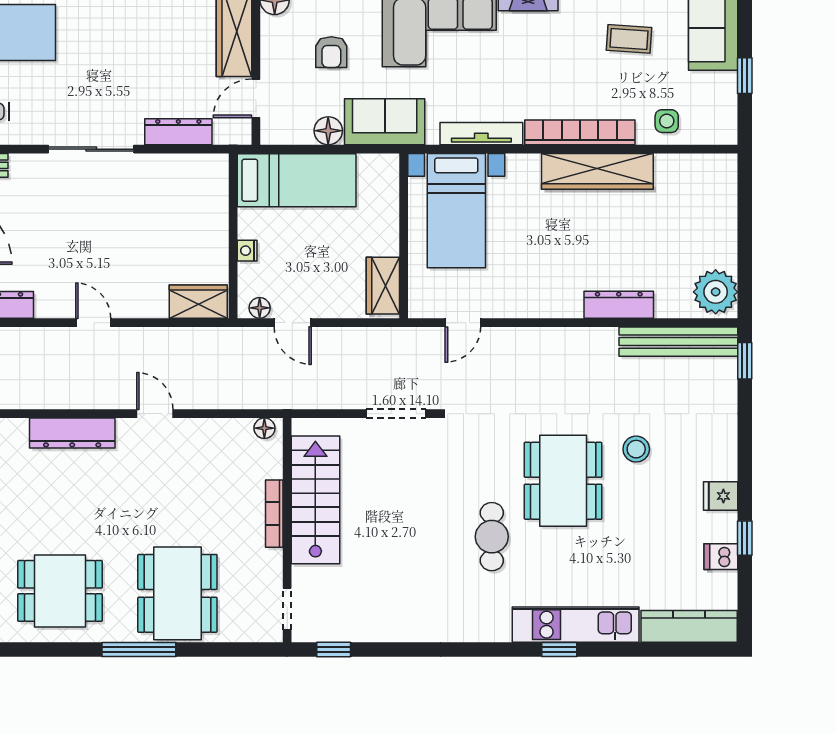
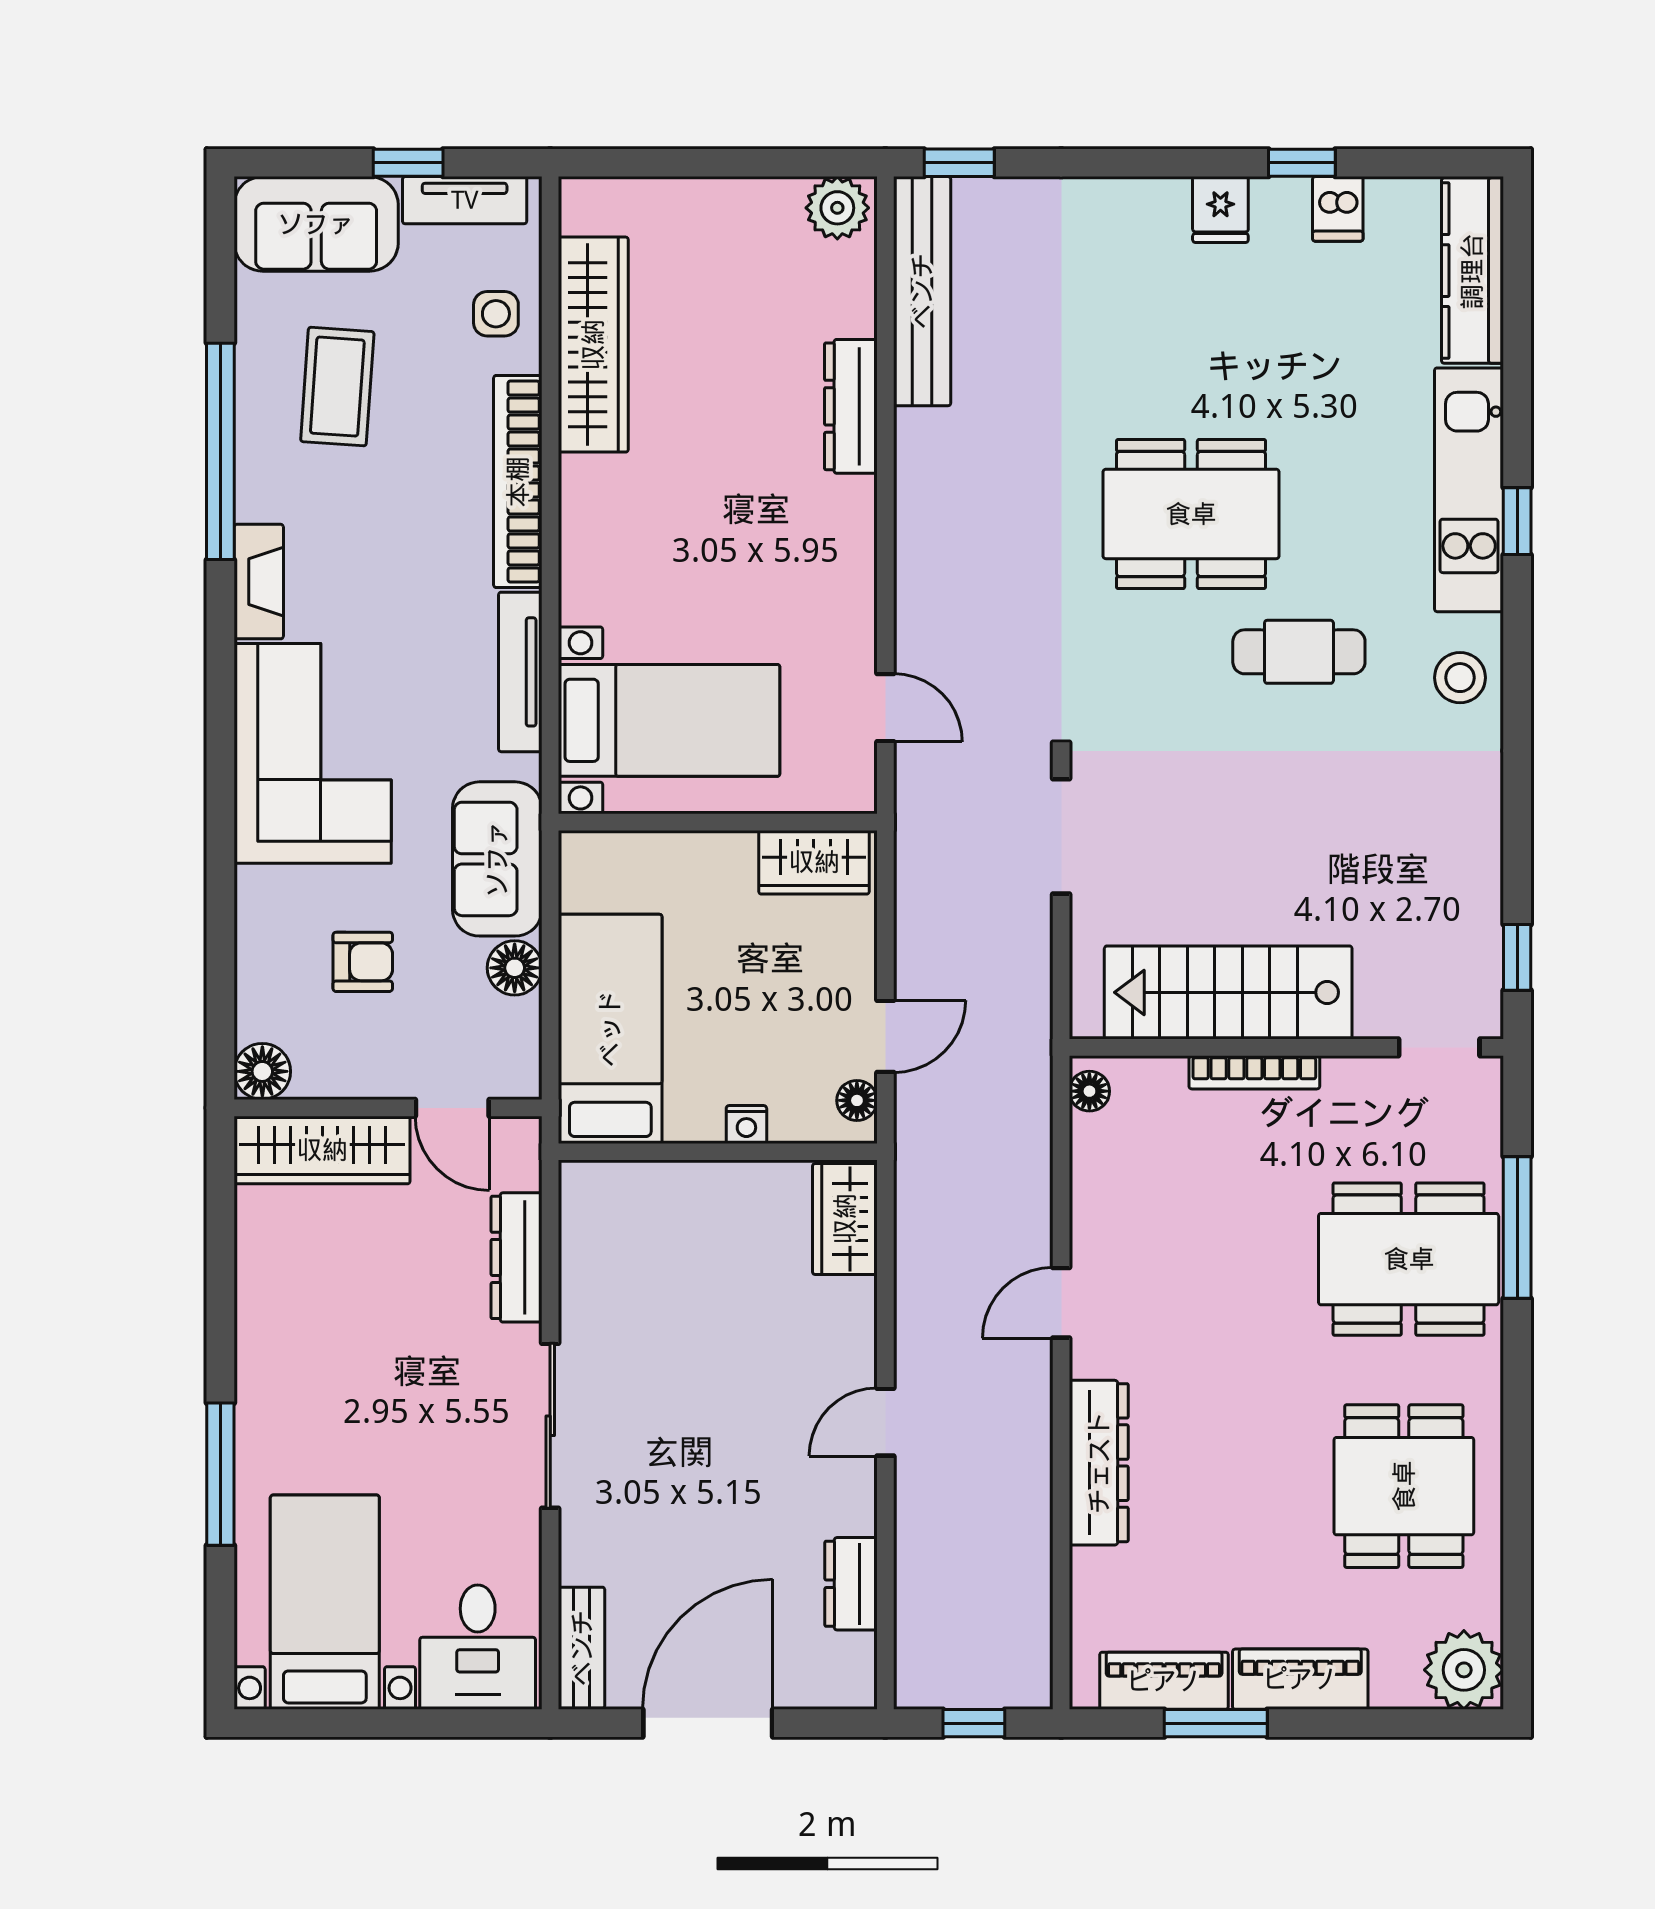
coffee table: (629, 39) -> (337, 387), width x1.36, depth x1.30
tv unit: (725, 105) -> (465, 200), added
wardrobe: (597, 171) -> (593, 345), moved
plant: (716, 292) -> (837, 208), width x0.73, depth x0.73
stool: (636, 449) -> (1460, 678), moved
window: (139, 650) -> (1517, 1227), moved

